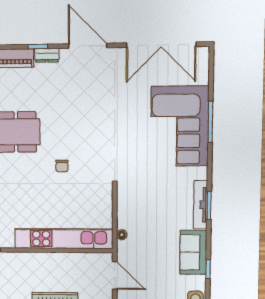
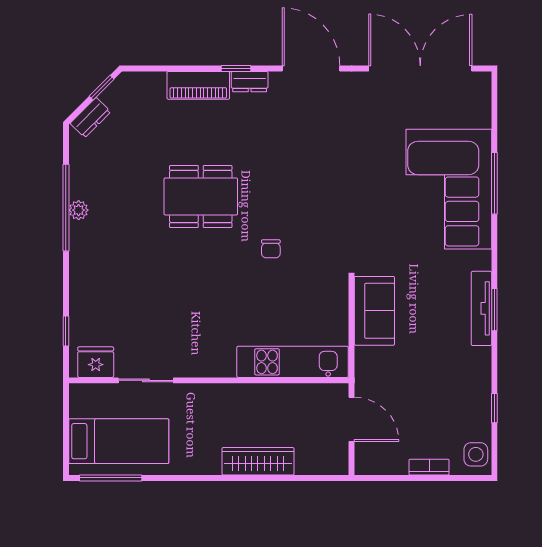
double door: (161, 45) -> (420, 69), swing flipped
floor lamp: (122, 235) -> (362, 355), removed
kitchen unit: (64, 239) -> (293, 362), width x0.73
sofa: (193, 252) -> (374, 311), moved, turned 180

